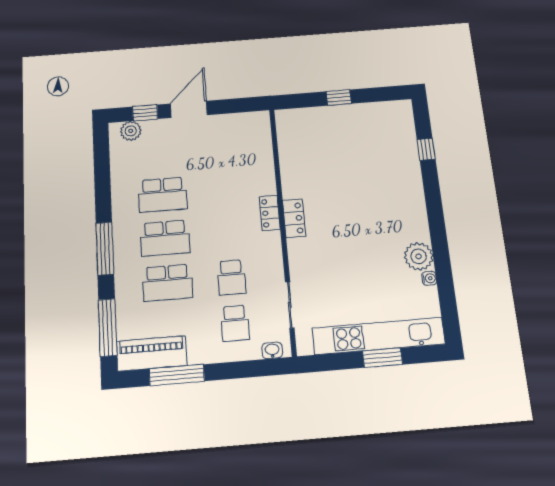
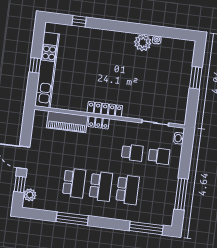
locker: (294, 218) -> (105, 109), width x1.53
window: (105, 249) -> (72, 219), moved
kitchen unit: (379, 336) -> (47, 70), moved, turned 180
piano: (152, 353) -> (67, 122), moved, turned -90

